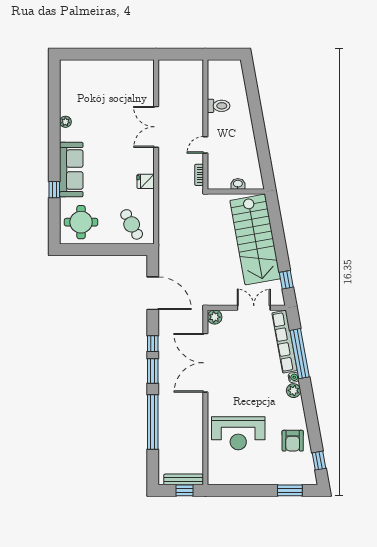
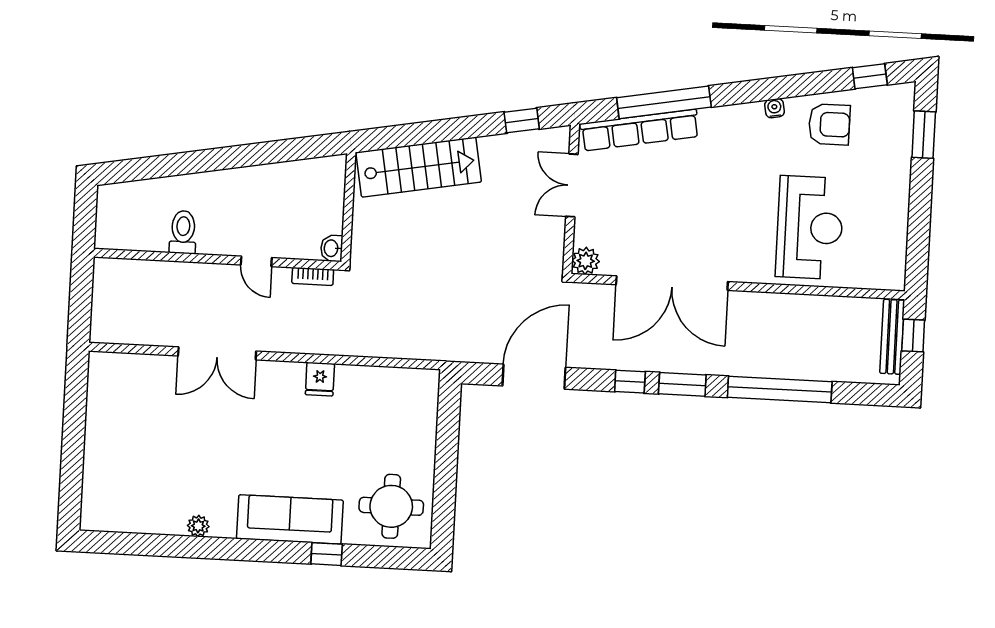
washbasin: (238, 184) -> (332, 248), moved
cafe table: (132, 224) -> (401, 410), removed
stairs: (255, 240) -> (419, 167), width x0.73, depth x0.66
water cooler: (293, 377) -> (775, 108), moved
plant: (294, 391) -> (734, 118), removed

